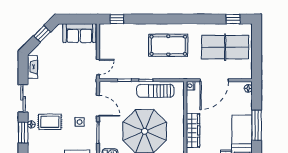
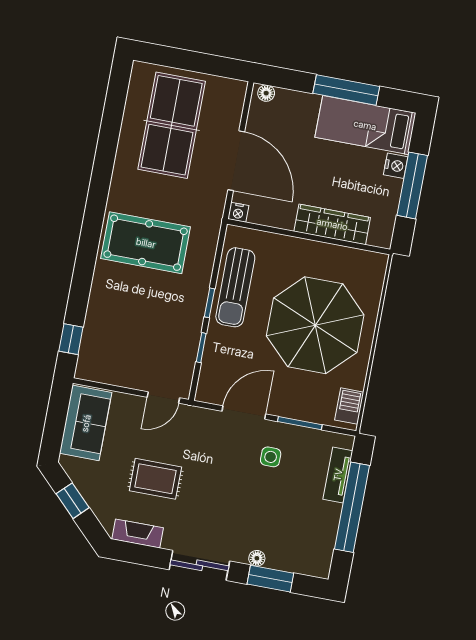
window: (233, 19) -> (116, 98), removed
pool table: (168, 45) -> (146, 243), turned 90
door: (98, 67) -> (163, 397), swing flipped
rug: (50, 122) -> (155, 479), moved, turned 90

